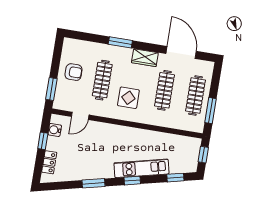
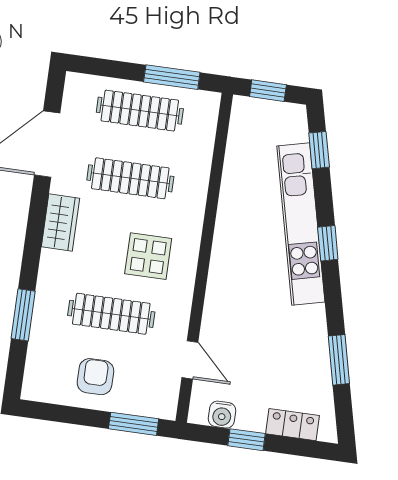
window: (120, 42) -> (23, 315), moved
kitchen unit: (141, 168) -> (301, 224), width x1.36
window: (93, 183) -> (339, 360), moved

